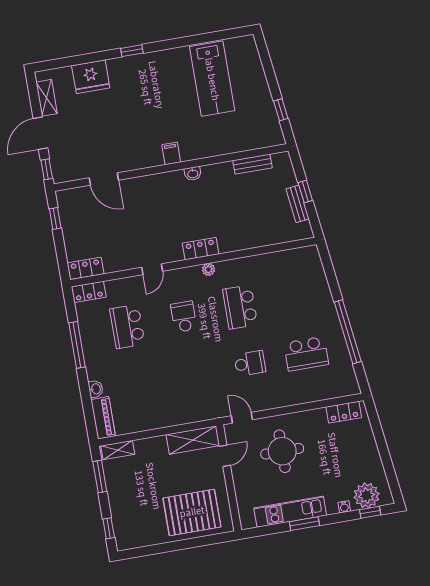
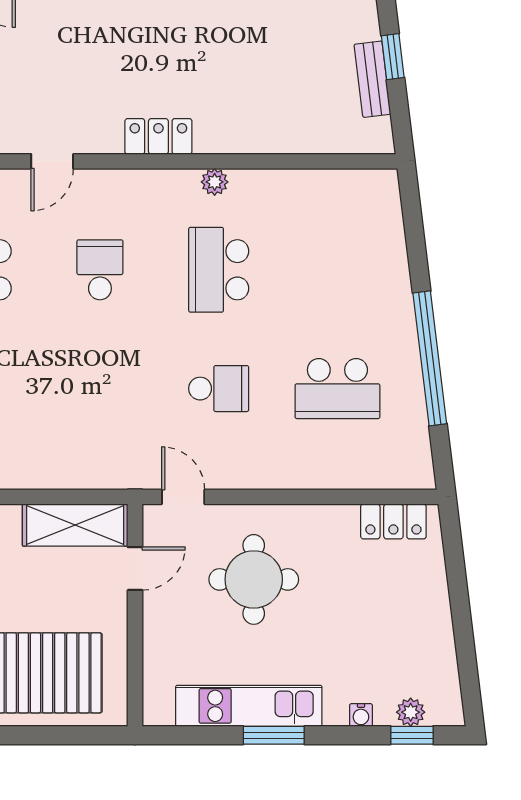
plant: (209, 269) -> (215, 182), moved
plant: (367, 495) -> (411, 712), width x0.53, depth x0.53

